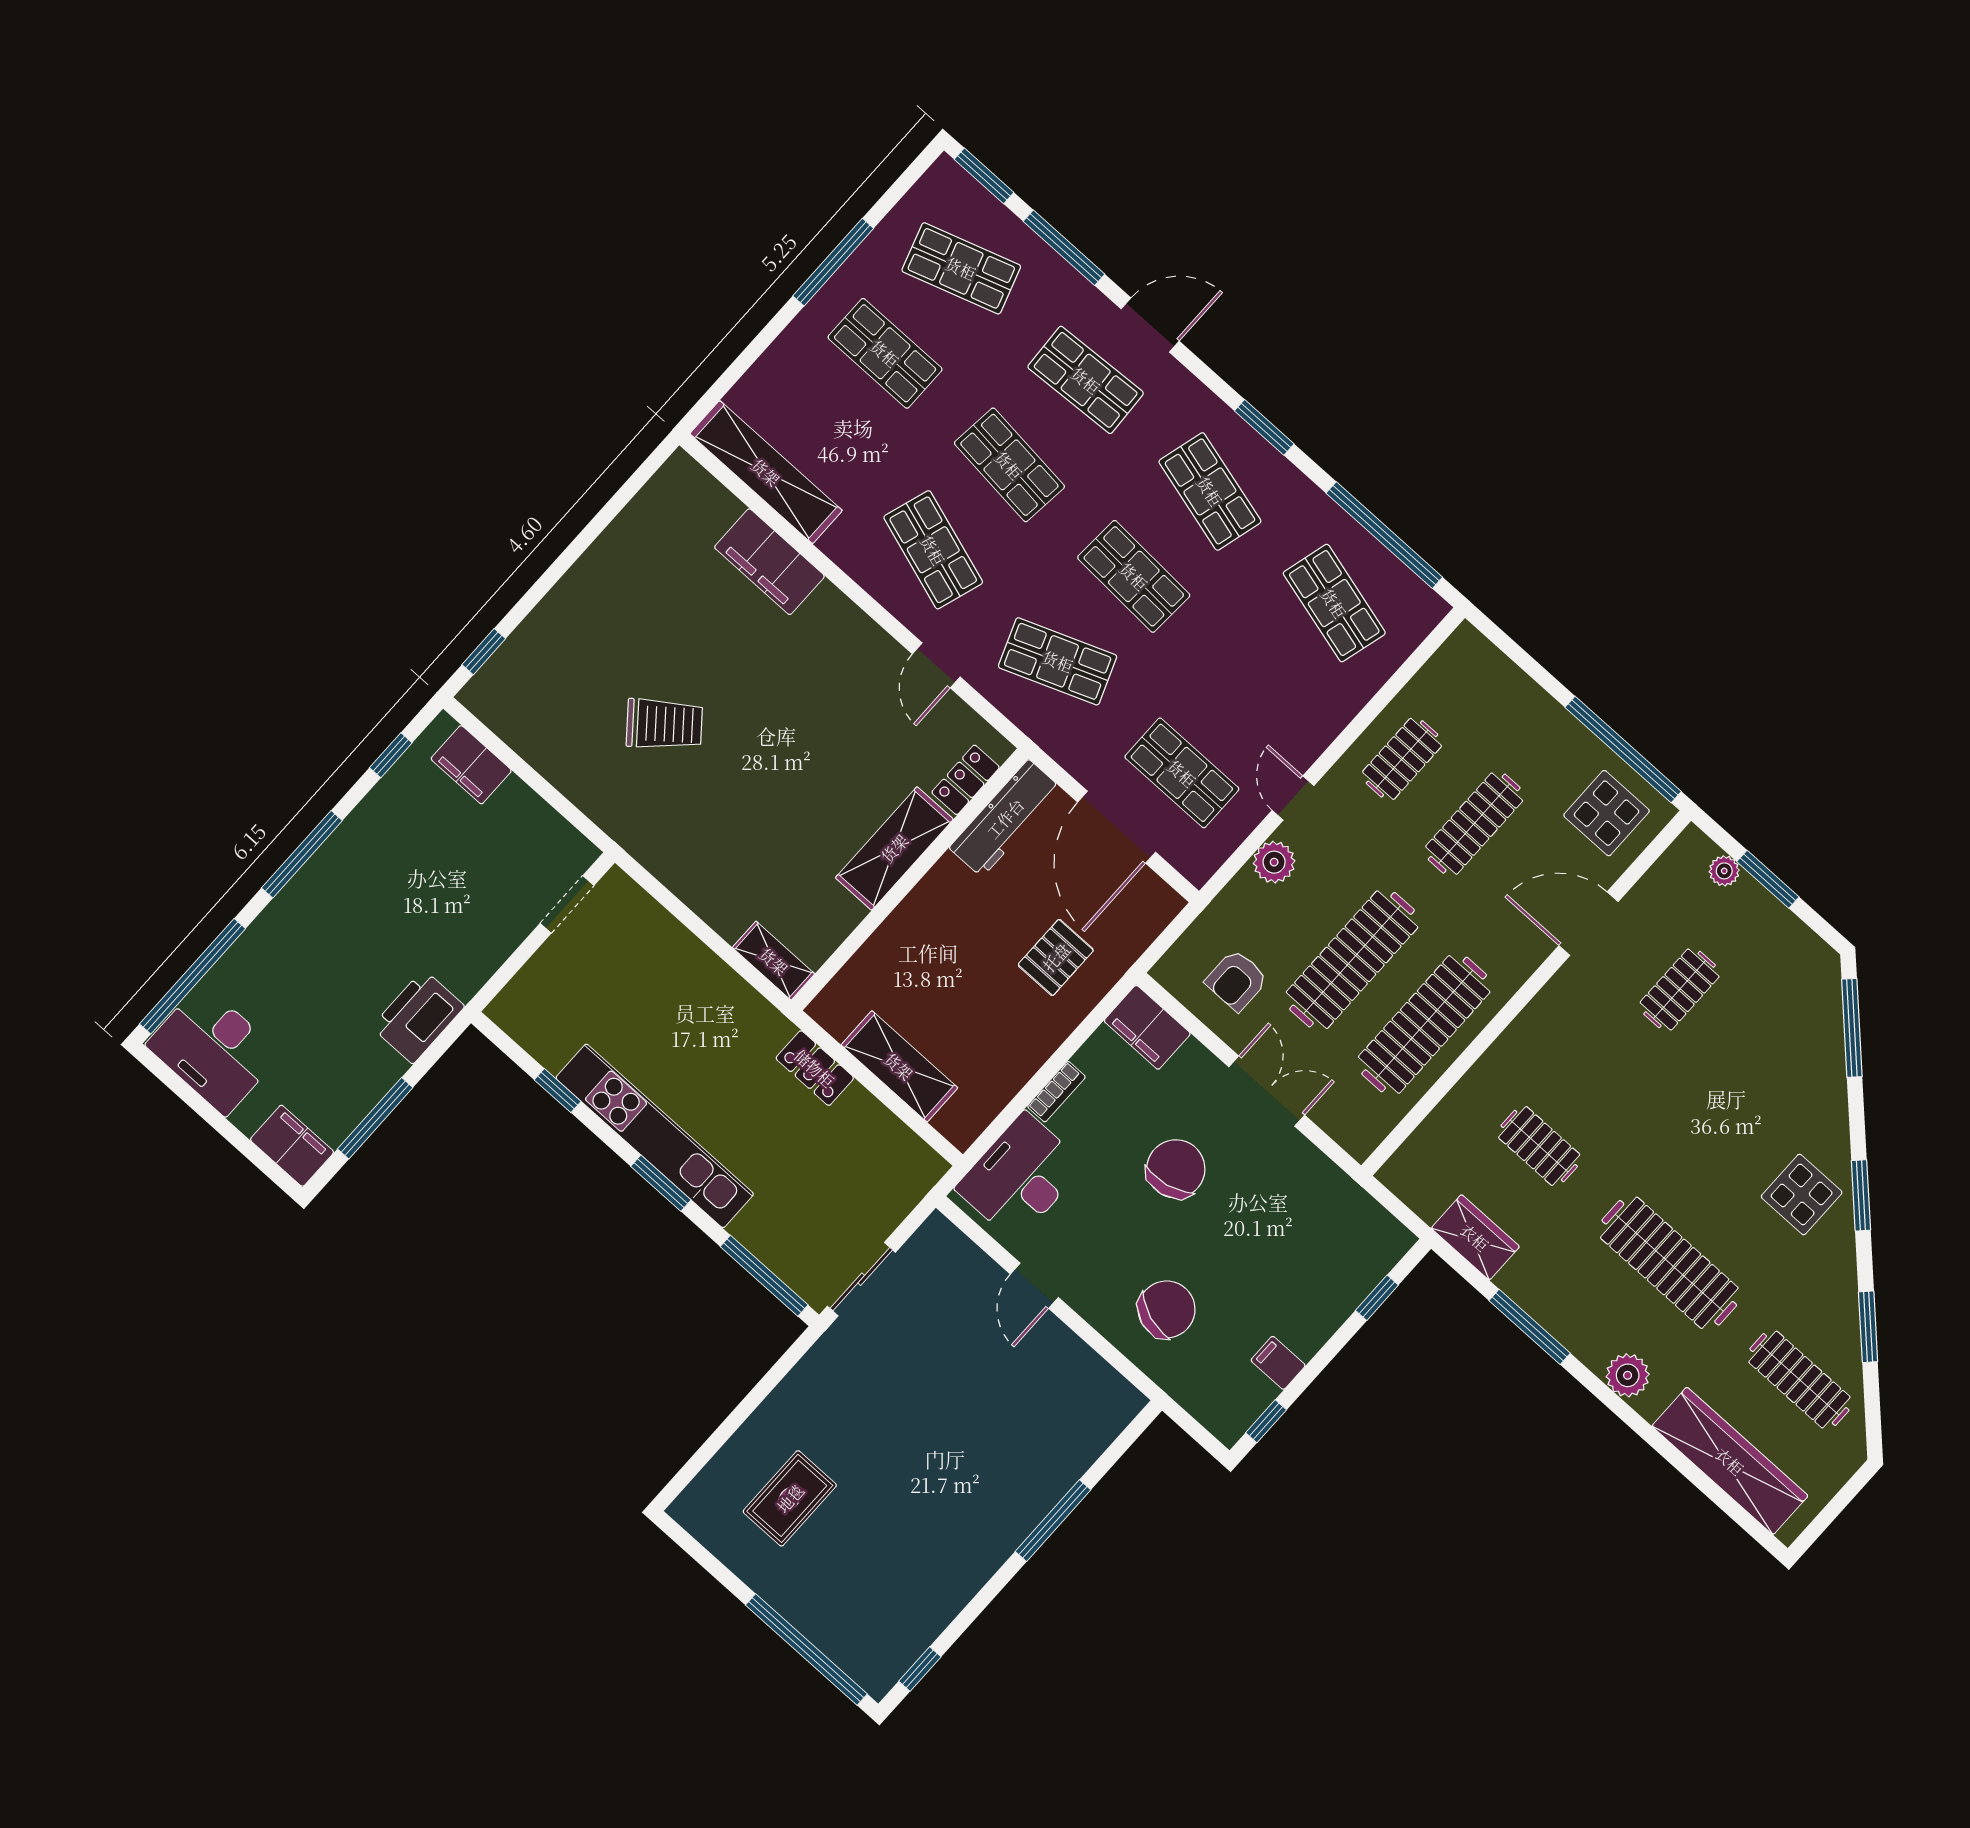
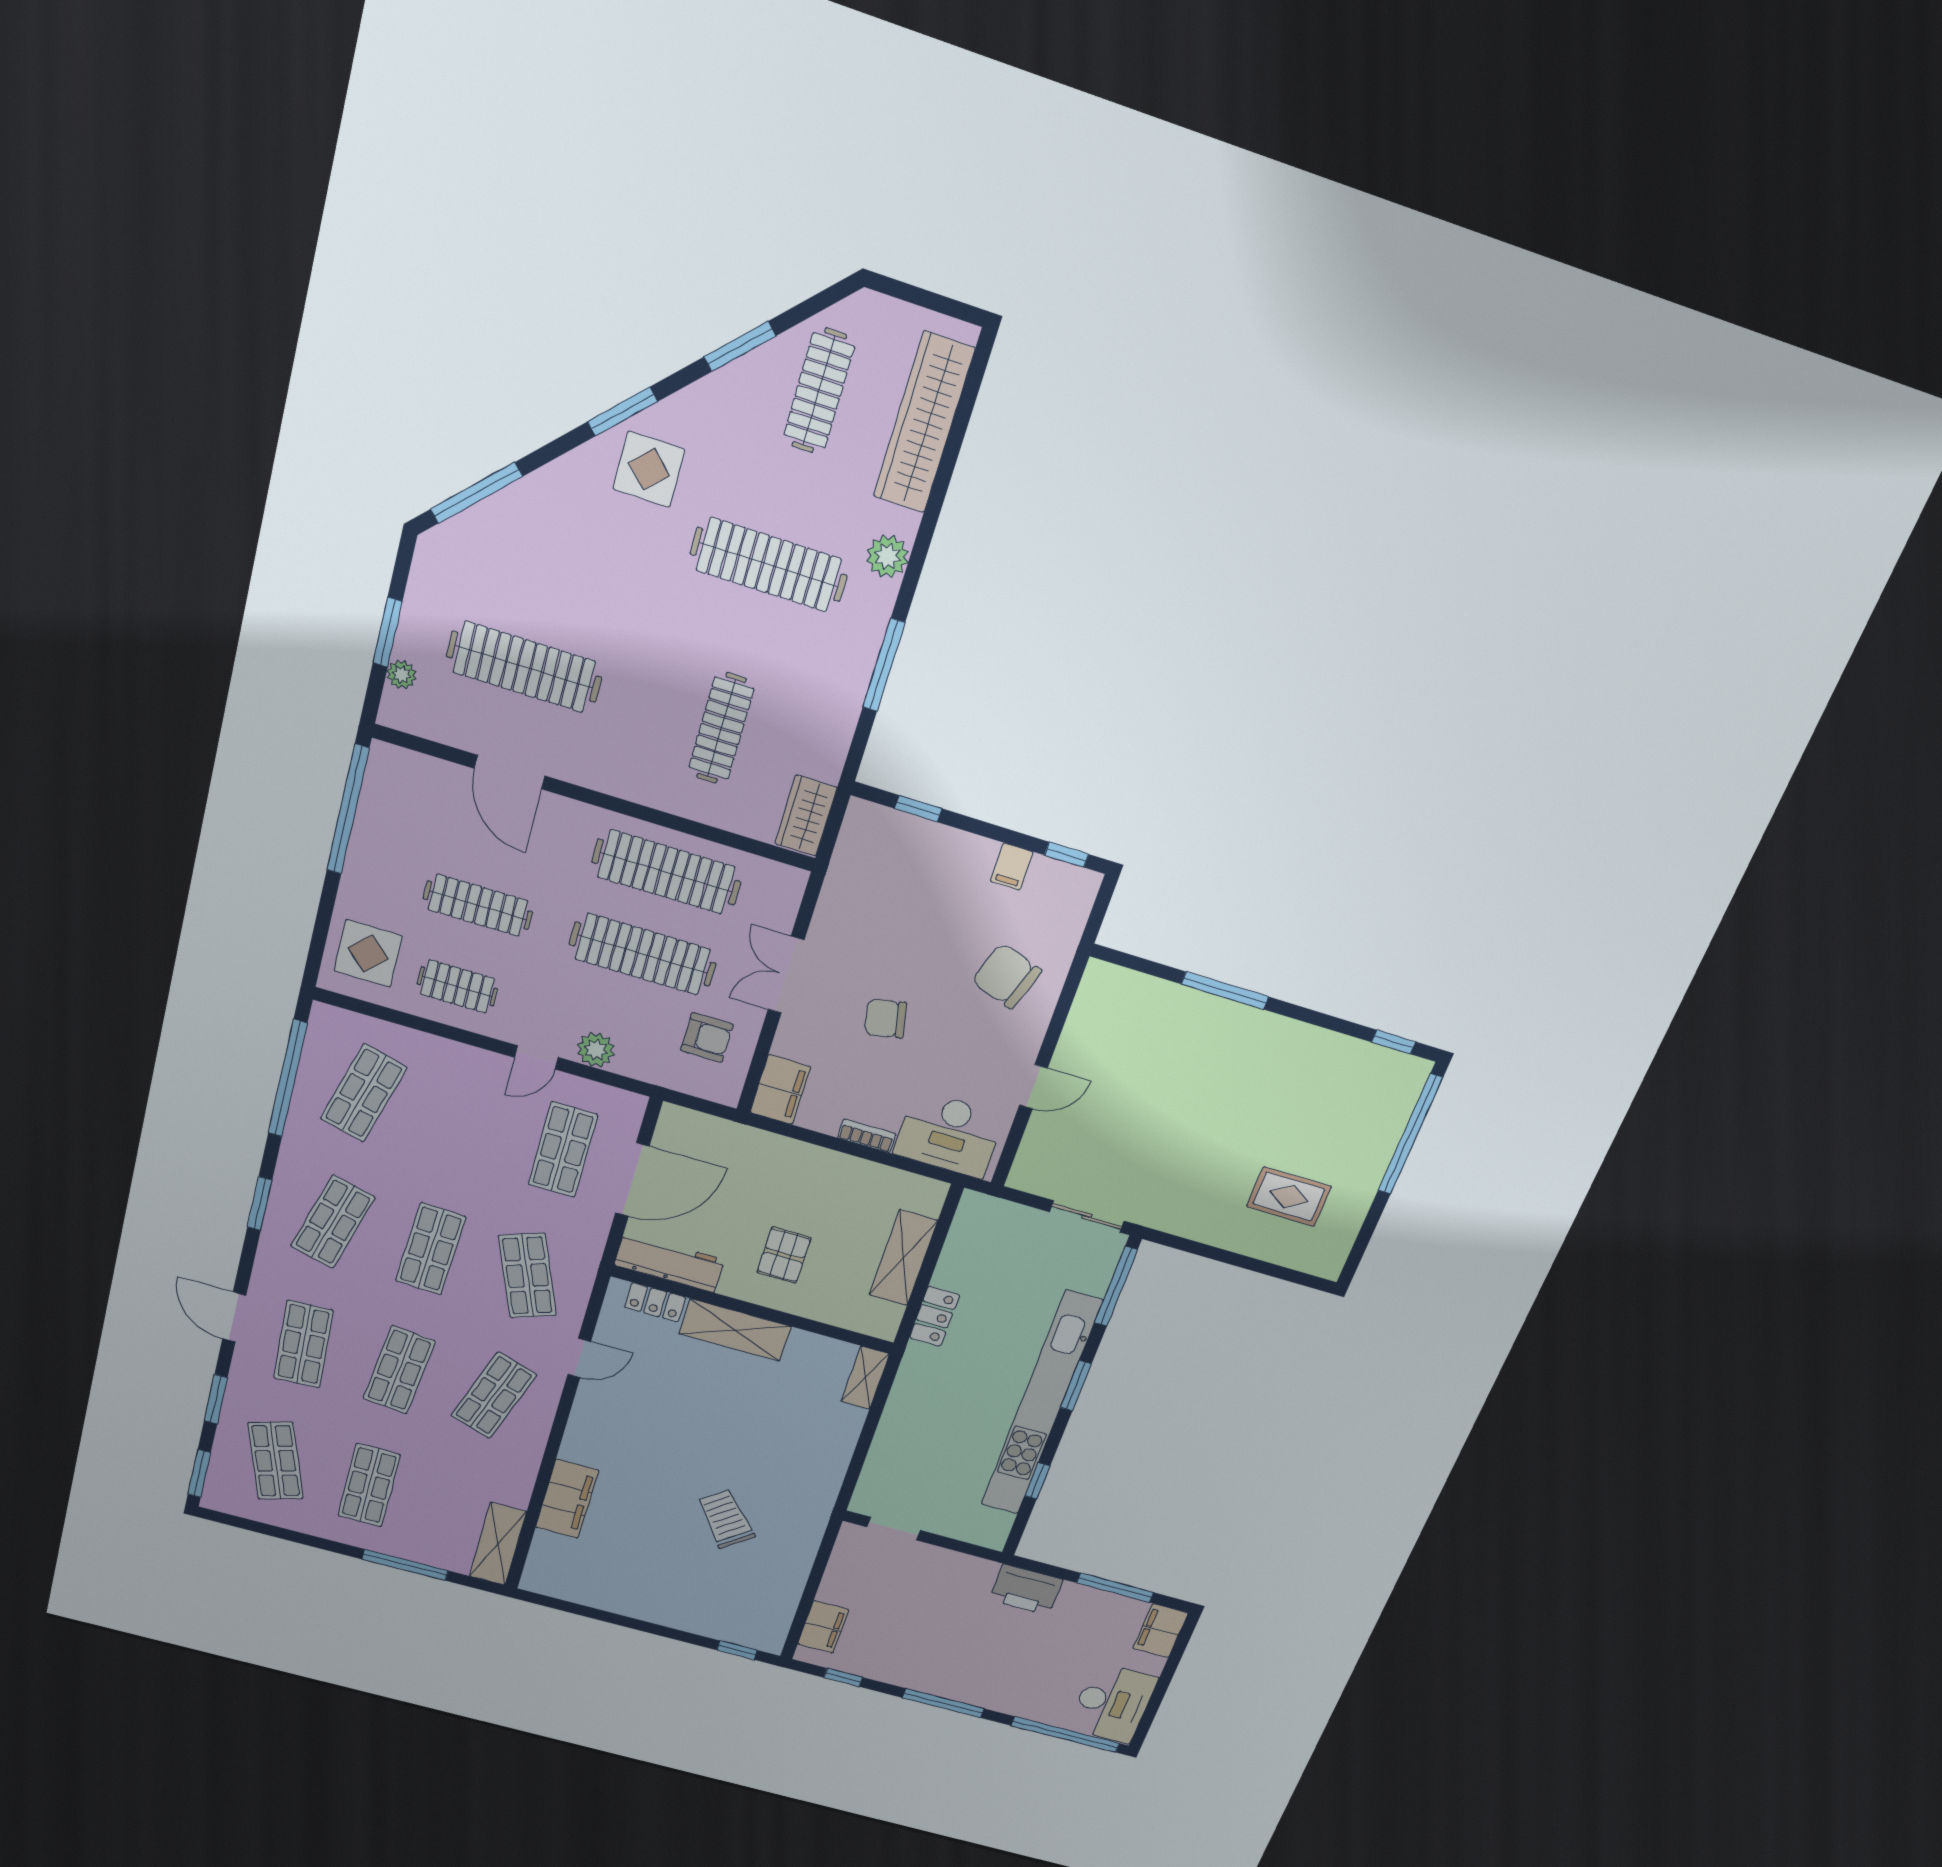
window: (1064, 248) -> (216, 1399), width x0.69
window: (833, 262) -> (405, 1565), moved
shelving: (766, 472) -> (498, 1544), width x0.68
display table: (1607, 813) -> (368, 953), moved
pallet: (1056, 957) -> (784, 1255), moved, turned 90
clothes rail: (1680, 989) -> (524, 667), width x1.86, depth x1.31
kitchen unit: (655, 1136) -> (1041, 1404), width x1.36
clothes rail: (1539, 1146) -> (721, 728), width x1.36
chair: (1176, 1169) -> (886, 1019), width x0.73, depth x0.73
wardrobe: (1475, 1237) -> (806, 816), moved
clothes rail: (1669, 1263) -> (769, 565), turned 90

